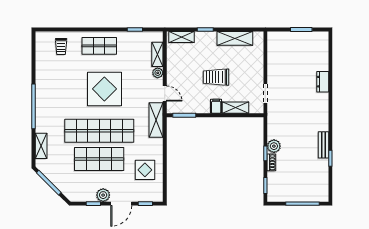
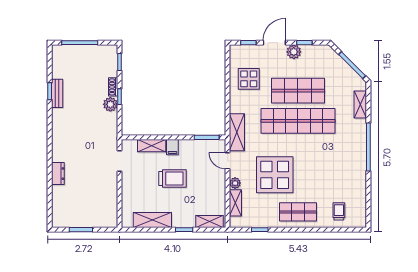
display table: (104, 89) -> (275, 175), moved
bench: (323, 145) -> (57, 93), moved

